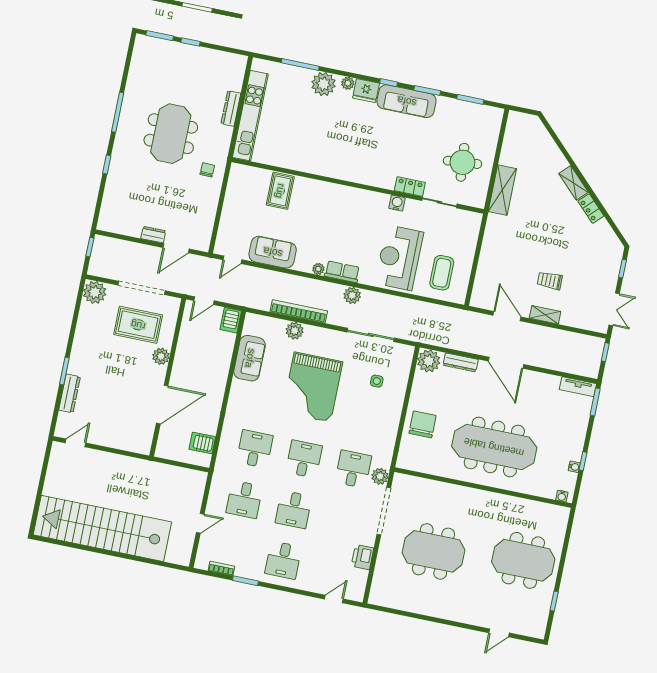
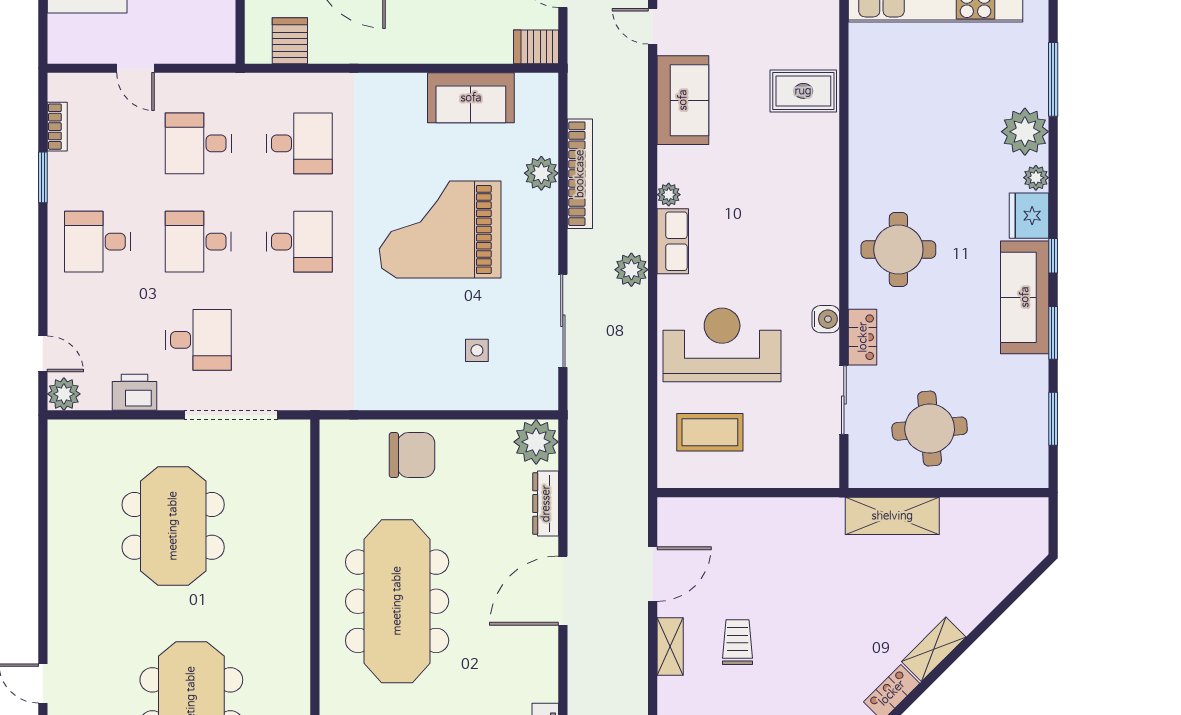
round table: (370, 160) -> (898, 249), added
desk: (353, 469) -> (198, 340), moved
plant: (380, 476) -> (64, 394), moved

